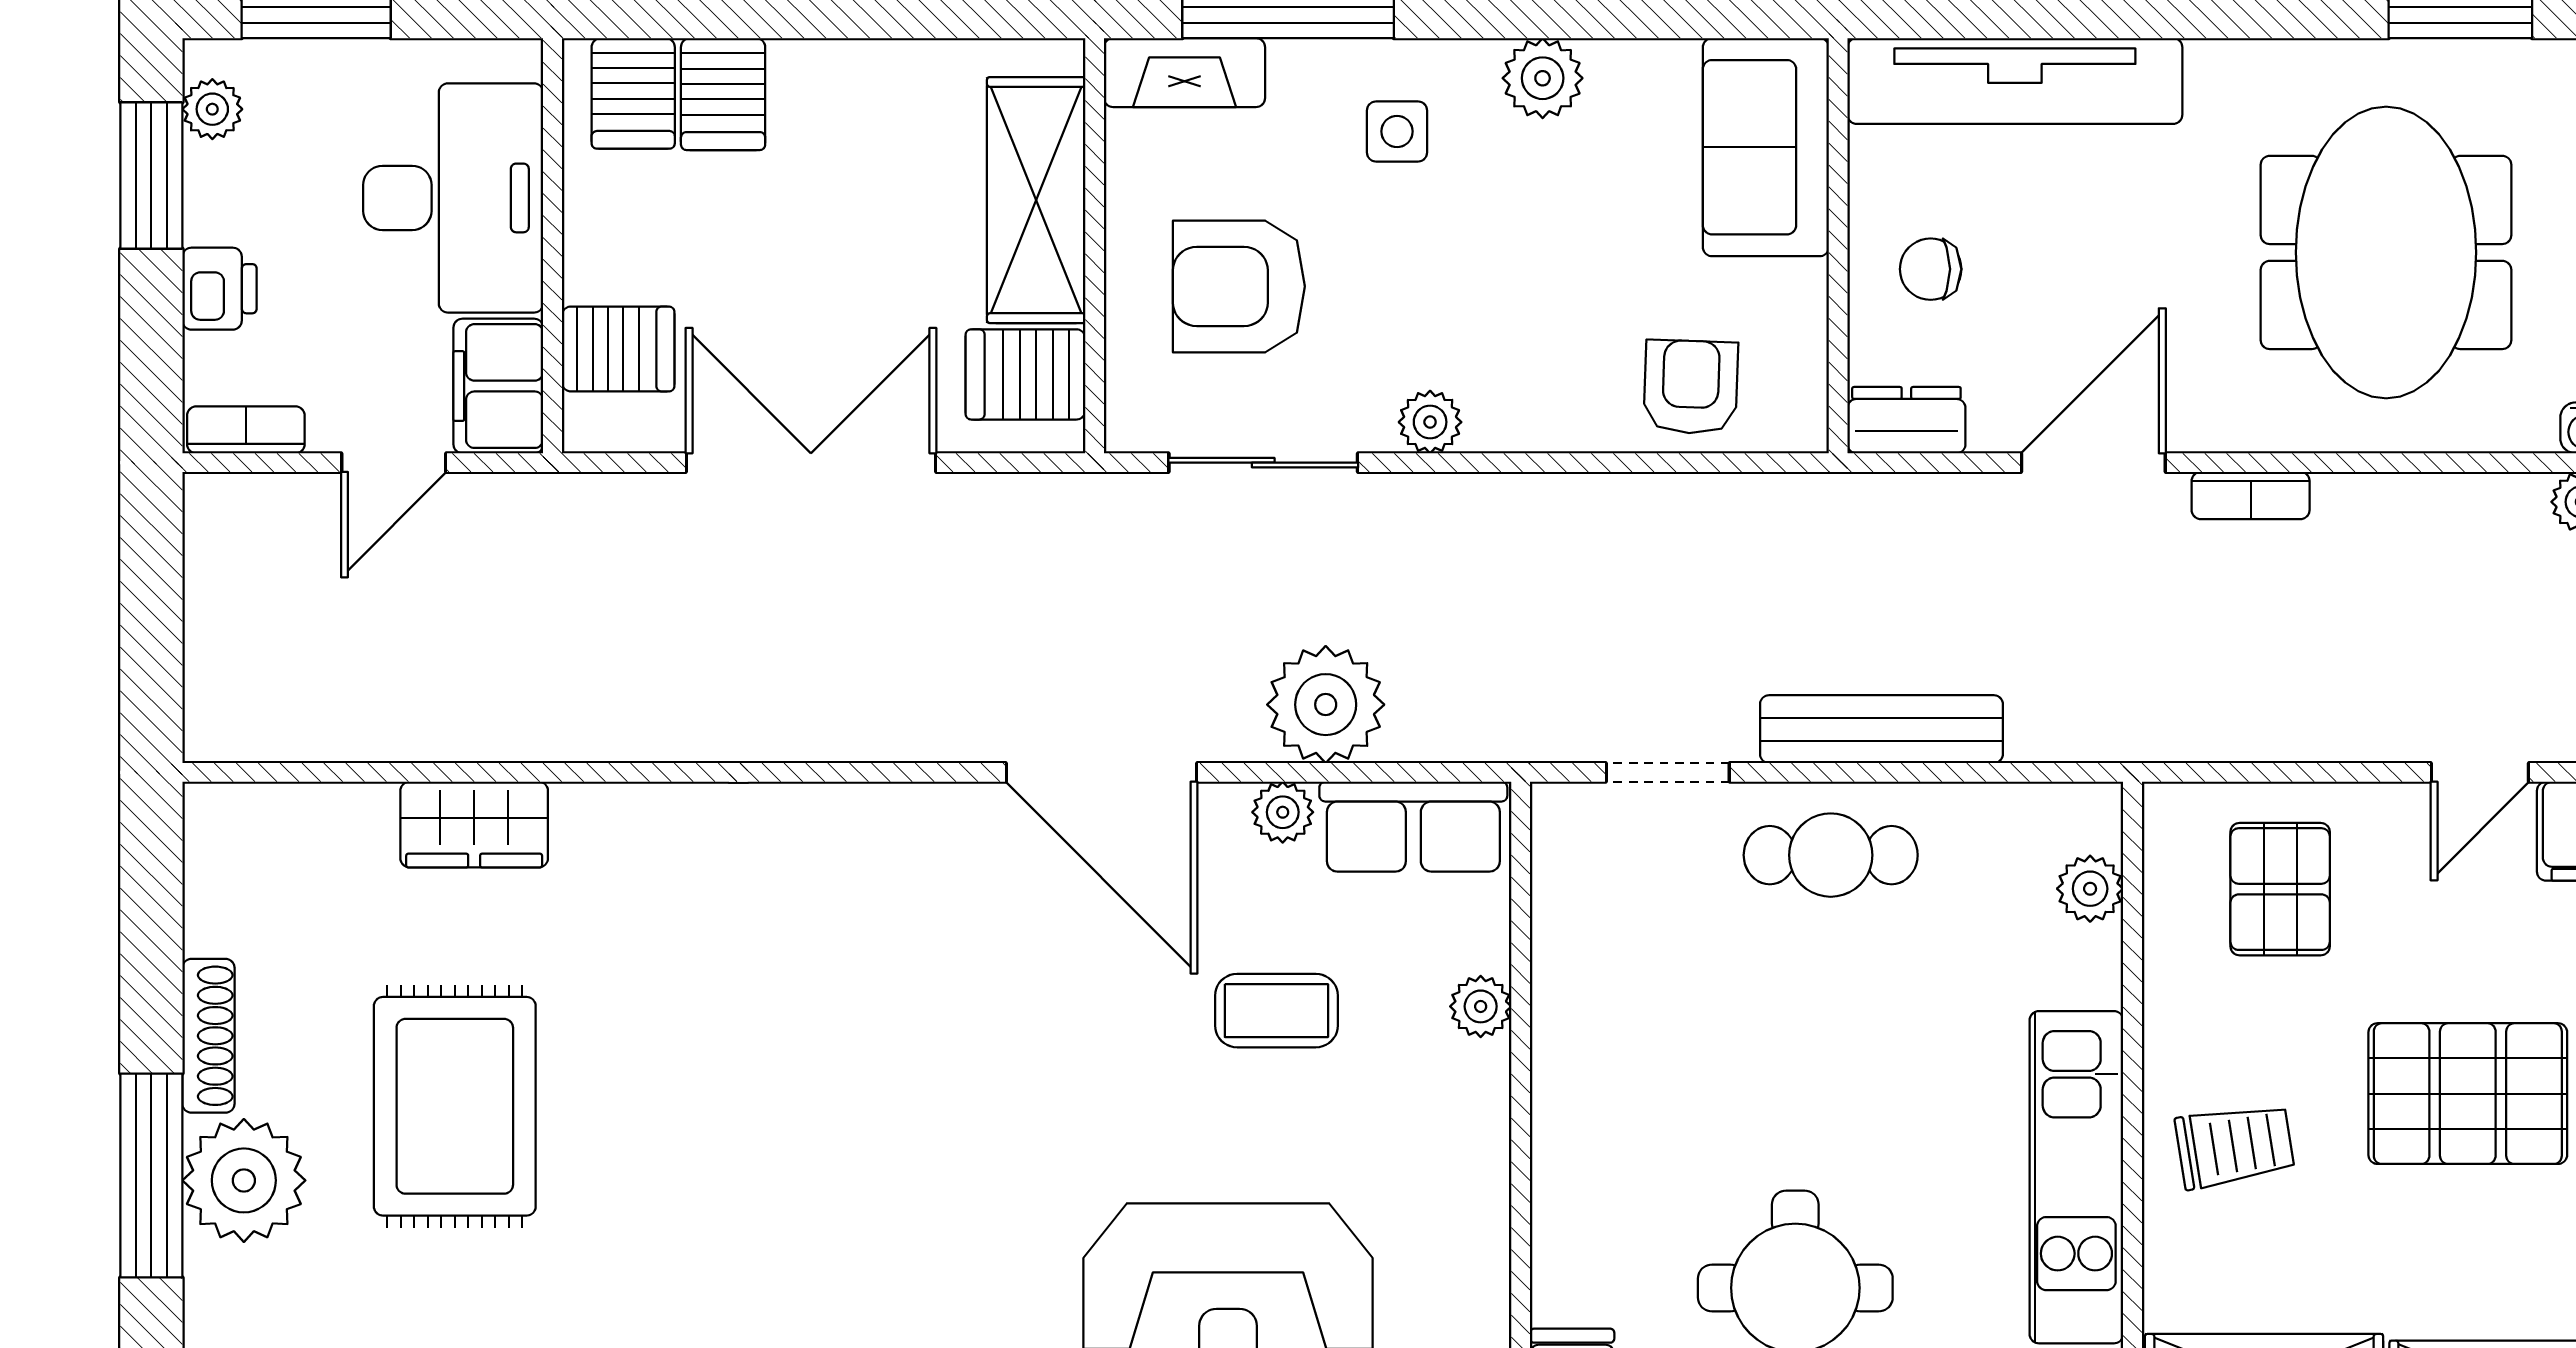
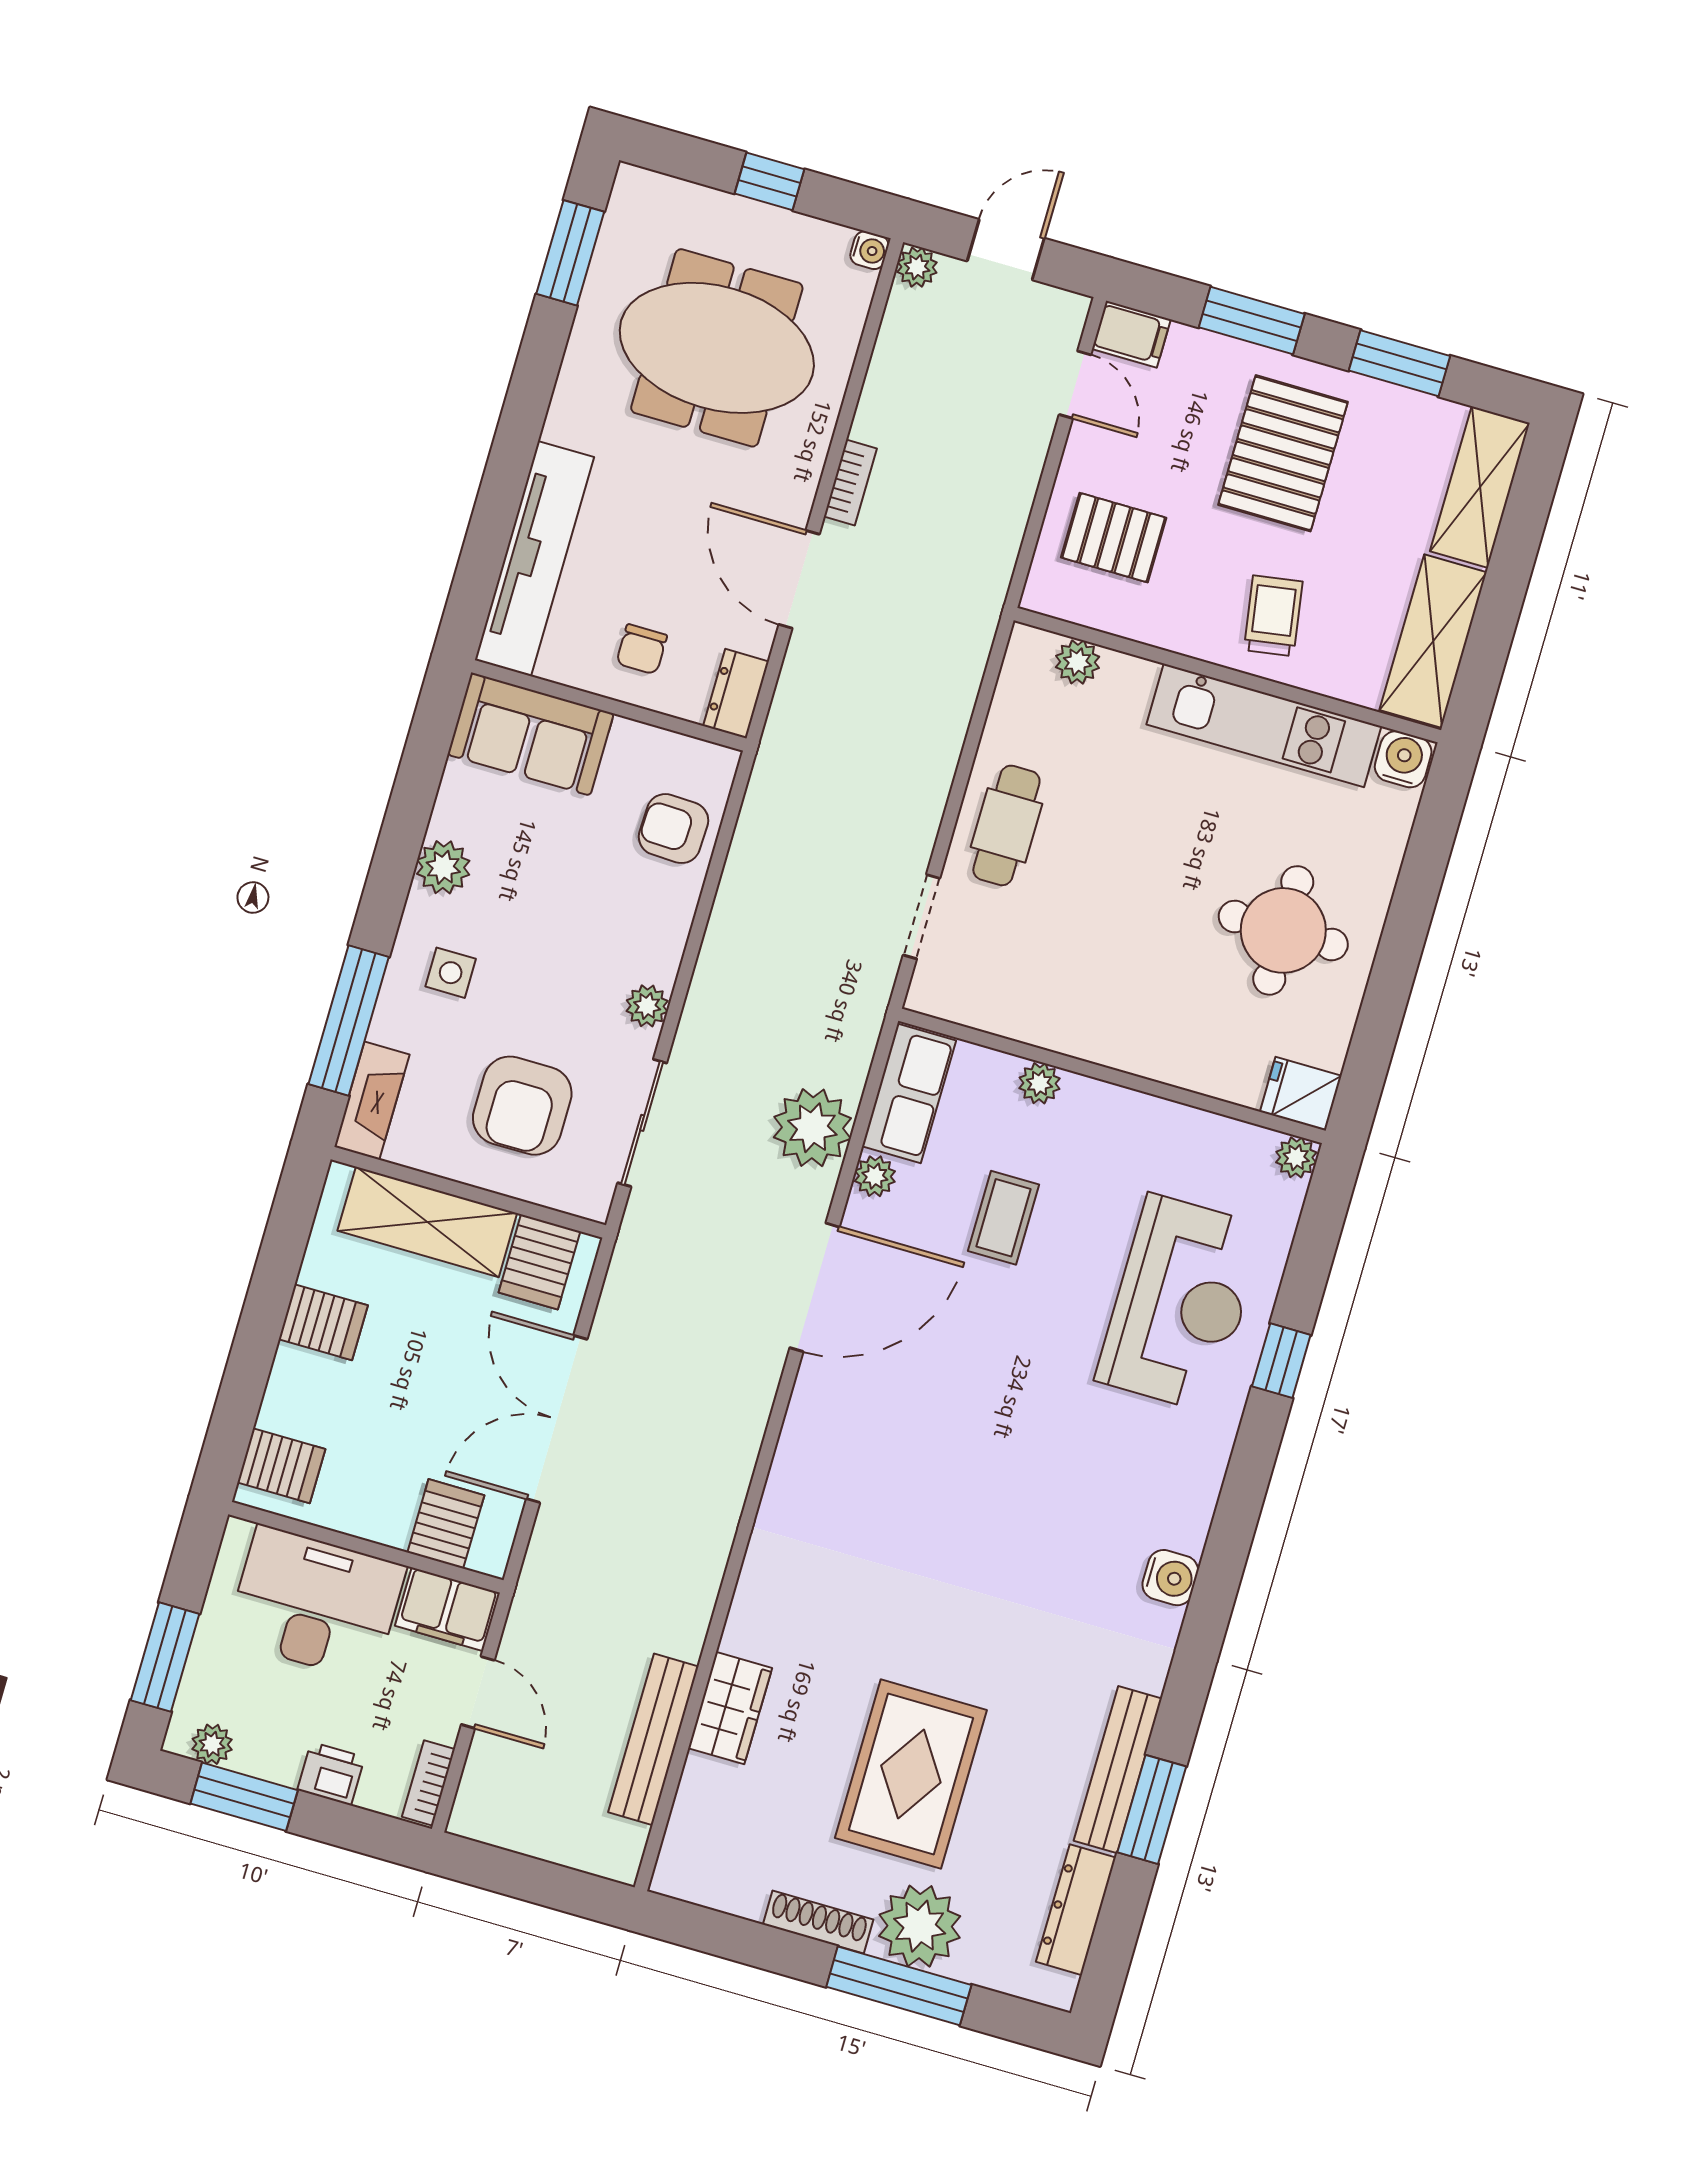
server rack: (723, 94) -> (323, 1322), moved
bench: (1881, 729) -> (653, 1739), moved
rug: (455, 1106) -> (911, 1774), turned 90

